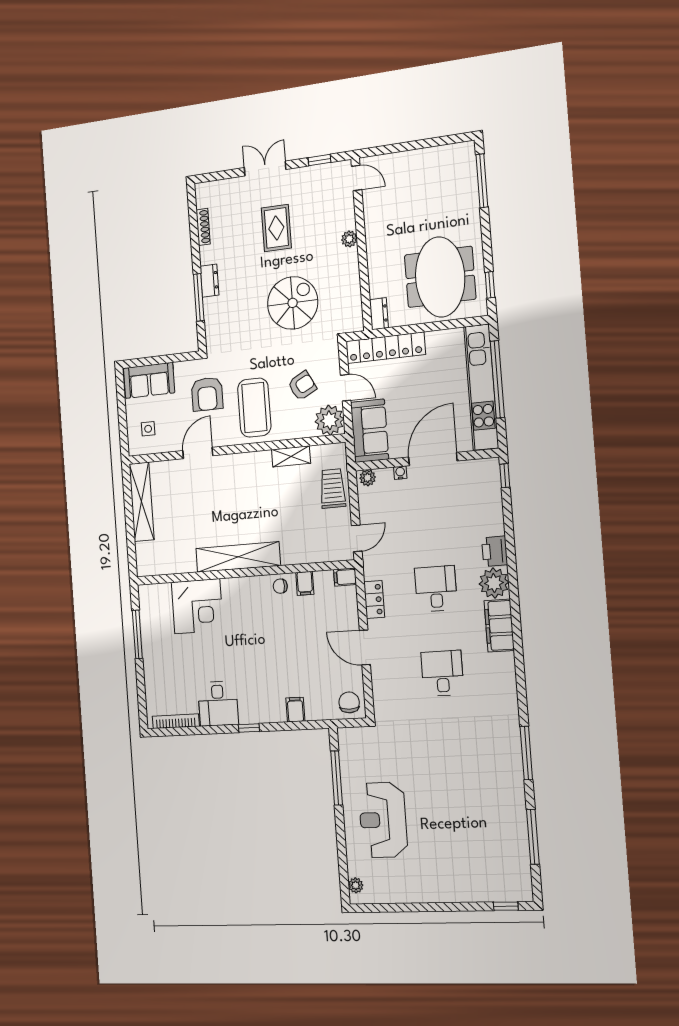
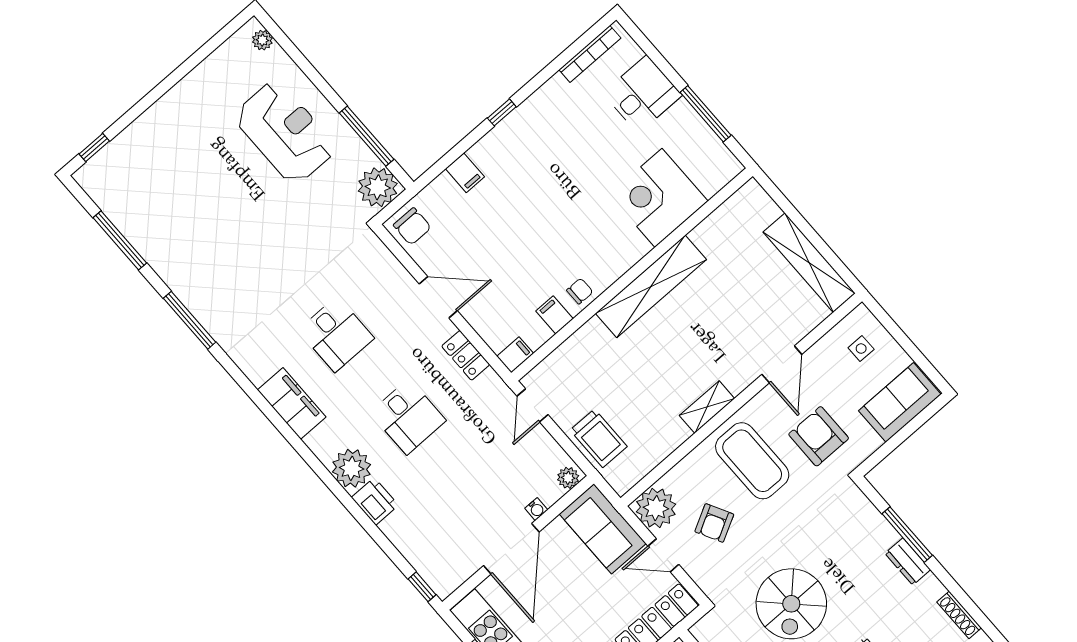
shelving: (291, 456) -> (707, 407), moved
filing cabinet: (499, 626) -> (292, 404), moved
desk: (218, 704) -> (642, 94), moved, turned 90
plant: (352, 742) -> (378, 187), added

